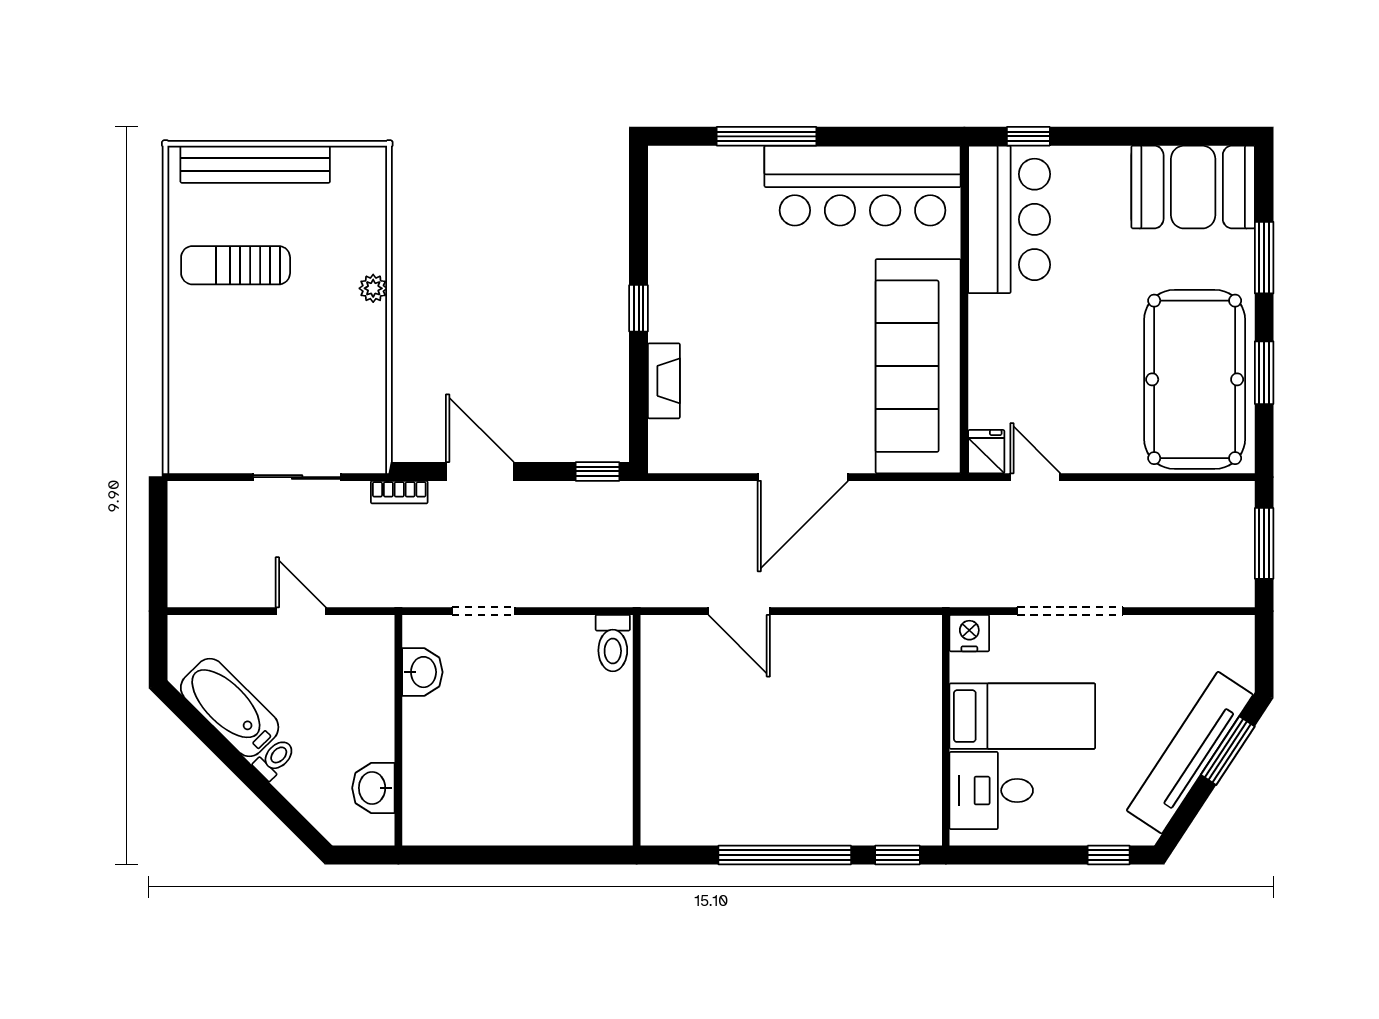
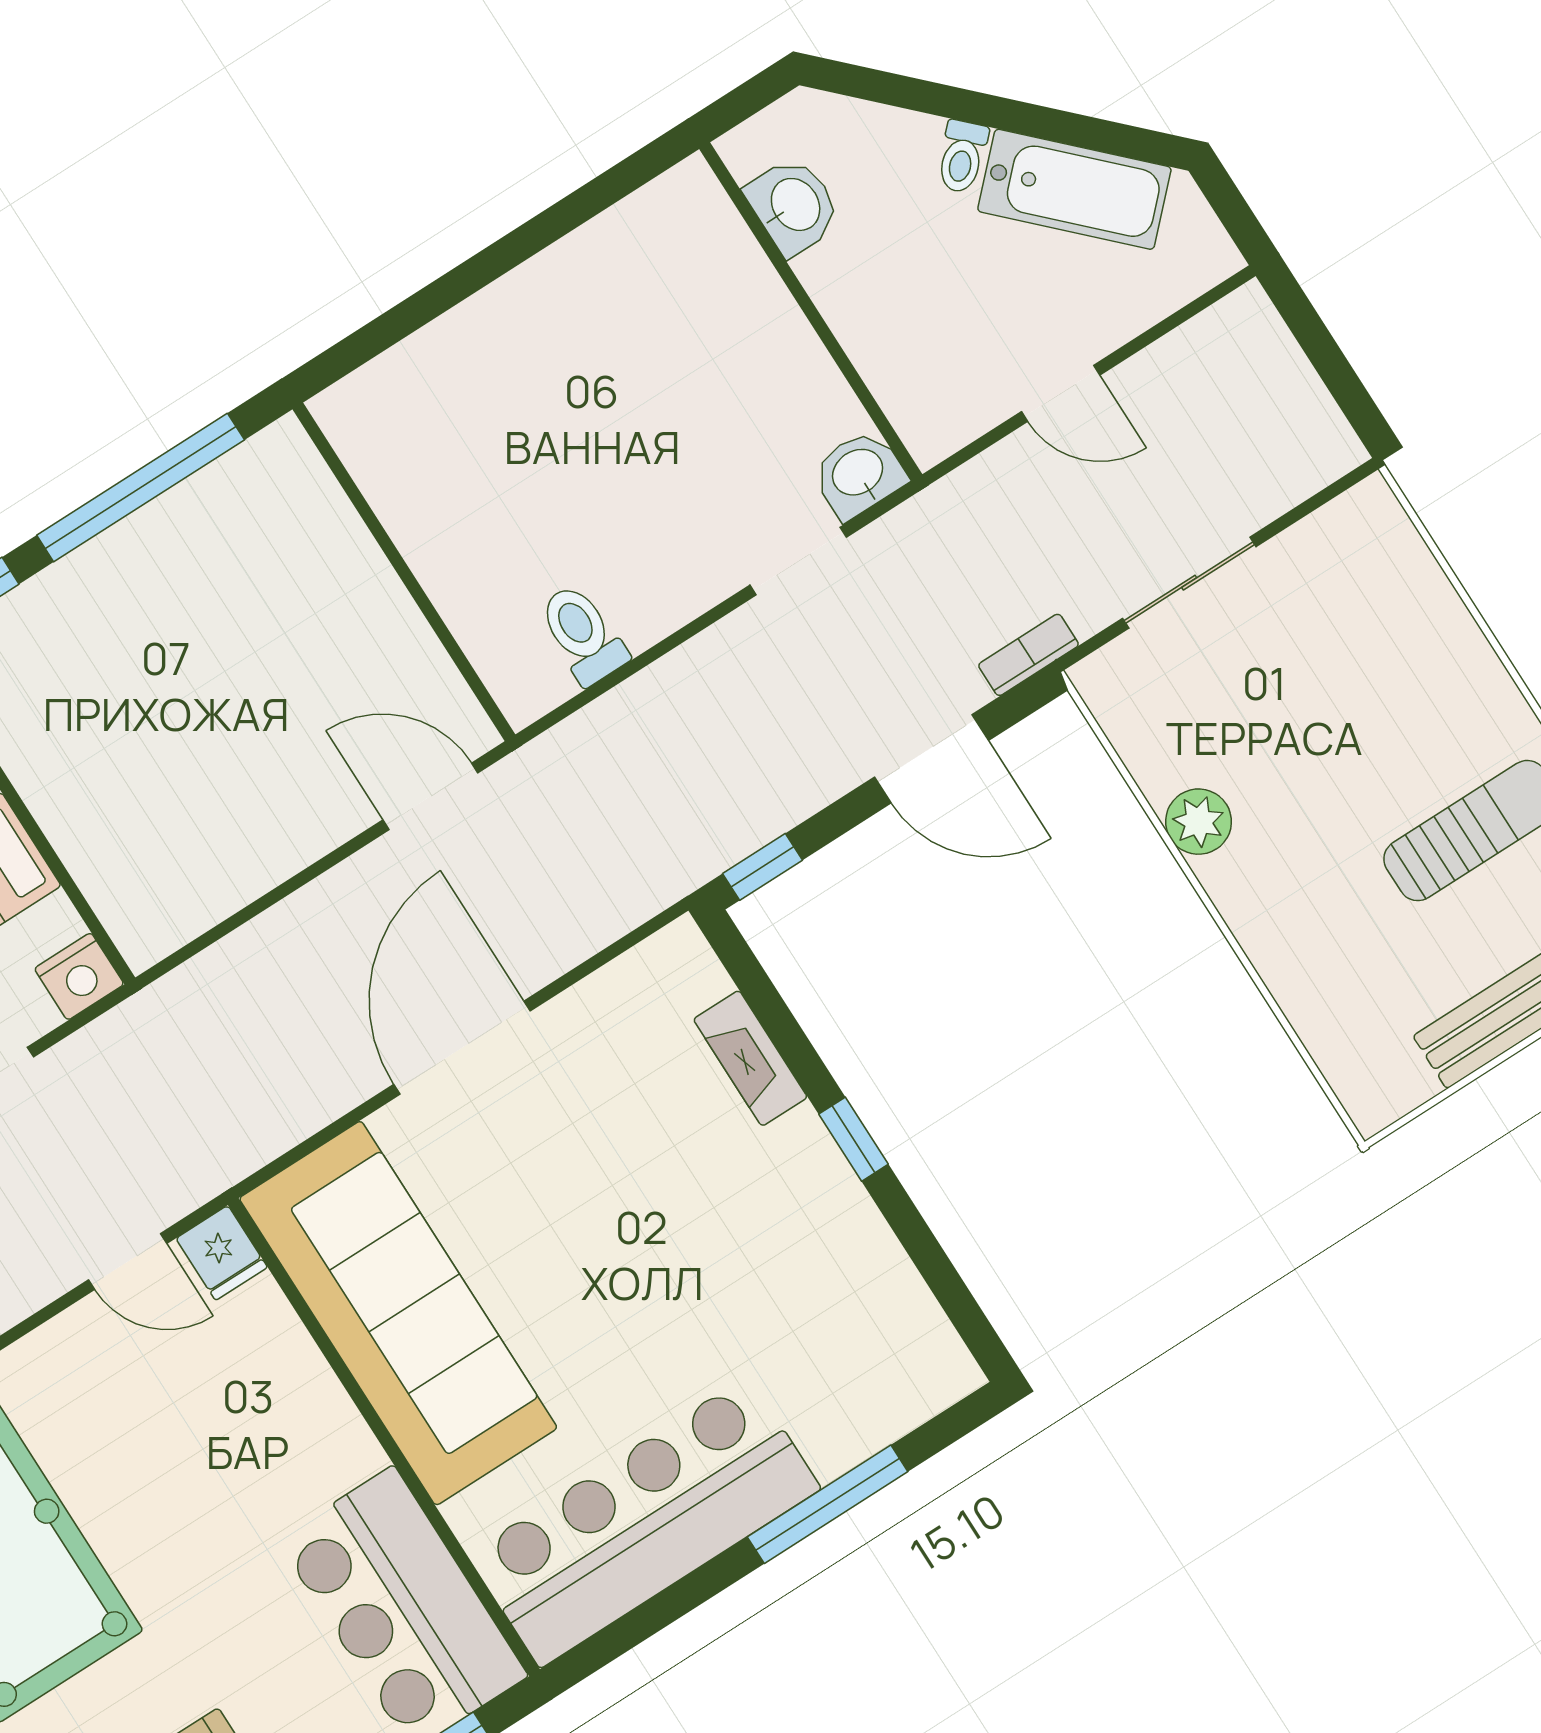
plant: (373, 288) -> (1199, 822), moved, width x1.38, depth x1.38
washbasin: (422, 672) -> (859, 474), moved, turned 90
wall: (637, 730) -> (404, 572), moved

